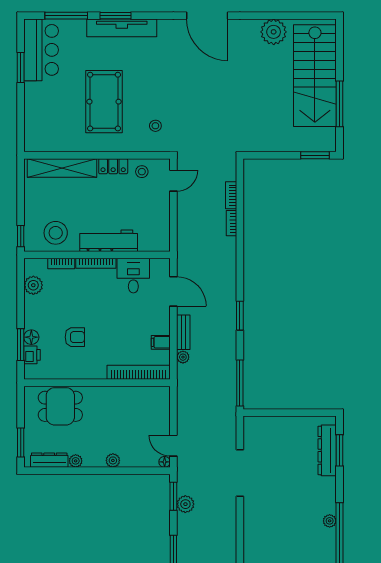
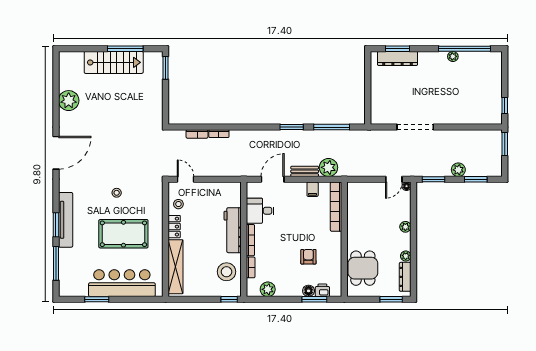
bar counter: (41, 50) -> (122, 283), moved, width x1.36
stairs: (315, 76) -> (114, 62), width x0.73, depth x0.66
stool: (155, 126) -> (117, 193), moved
plant: (183, 357) -> (328, 167), width x1.88, depth x1.88
window: (240, 383) -> (332, 127), moved
plant: (185, 504) -> (458, 170), moved

